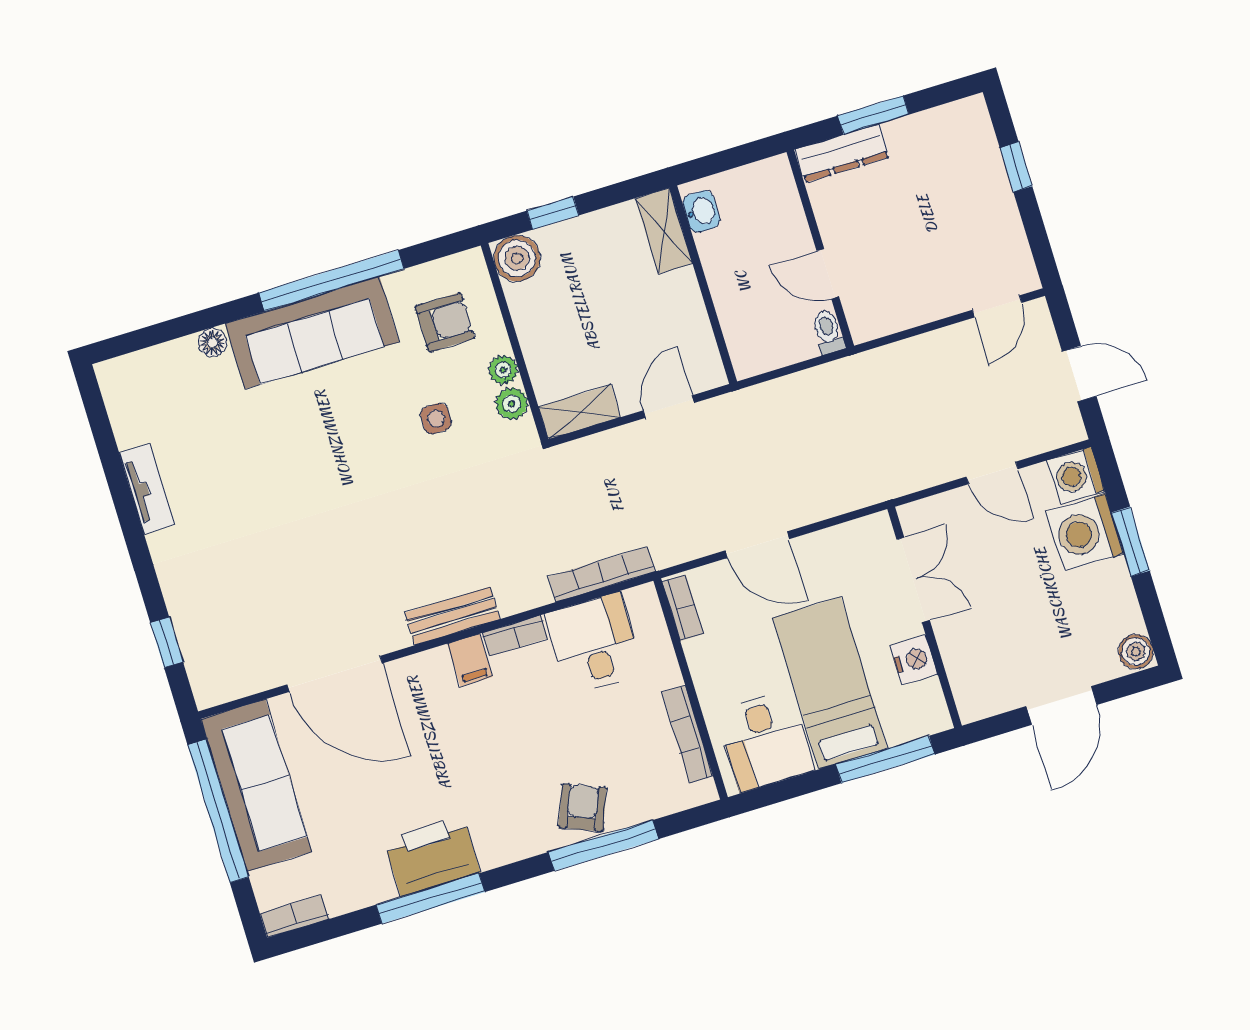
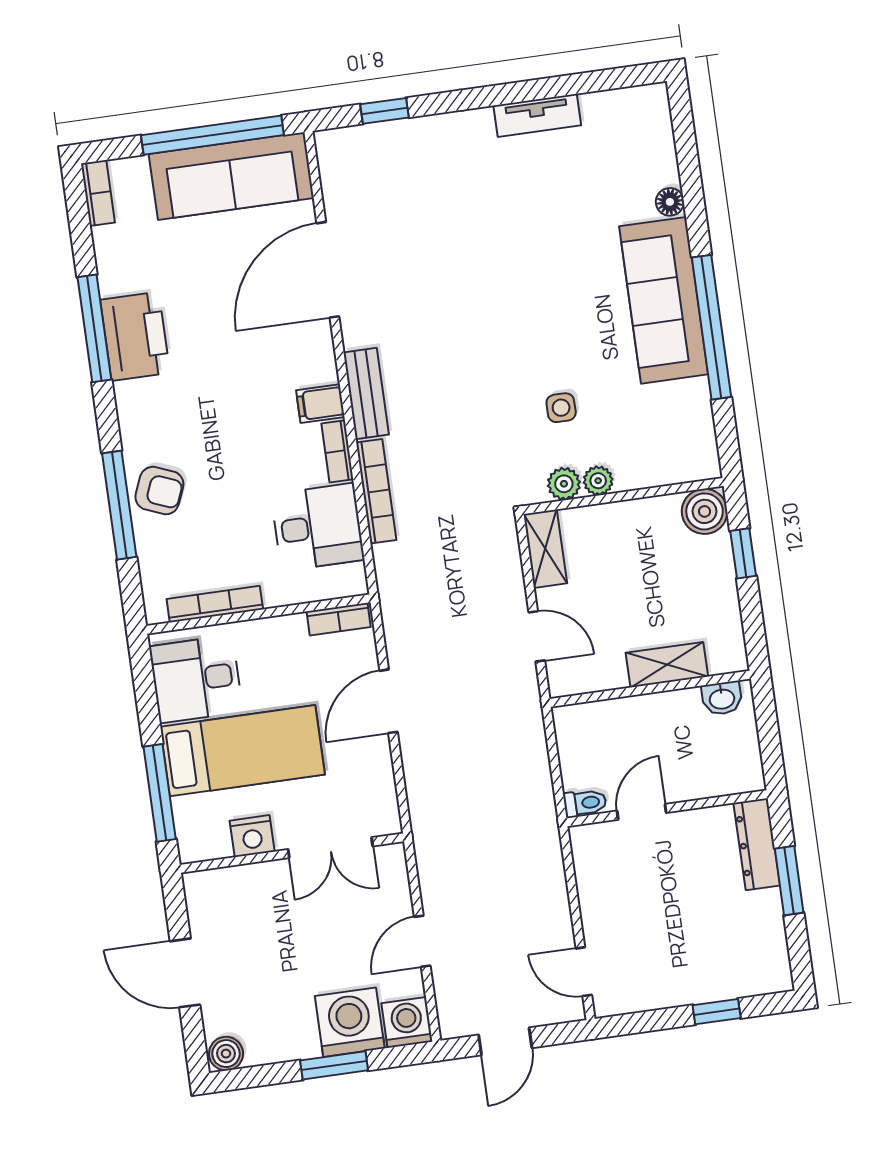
shelving: (664, 231) -> (667, 665), moved
armchair: (445, 322) -> (653, 431), removed
bookcase: (602, 574) -> (376, 491), moved

